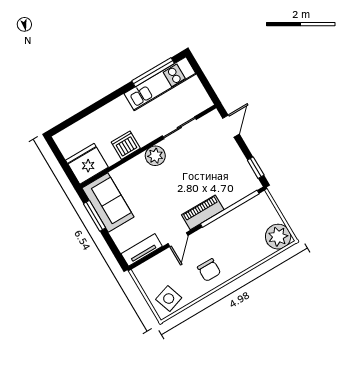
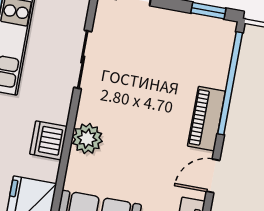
plant: (155, 156) -> (87, 139), moved
door: (178, 240) -> (213, 176), swing flipped

